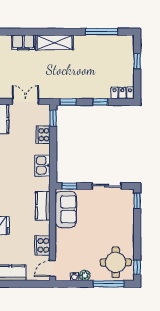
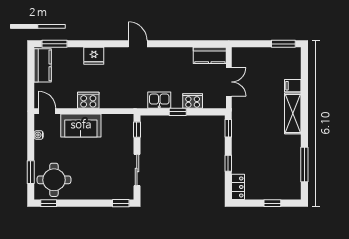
filing cabinet: (23, 42) -> (293, 86), width x0.50
window: (53, 118) -> (178, 112), moved
kitchen counter: (43, 206) -> (115, 101), removed
sofa: (66, 209) -> (81, 125), moved
cooker: (42, 245) -> (88, 100), moved
plant: (85, 275) -> (40, 146), removed
window: (109, 284) -> (31, 172), width x0.69

